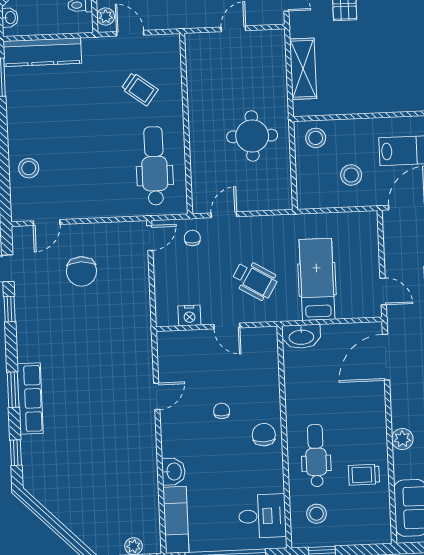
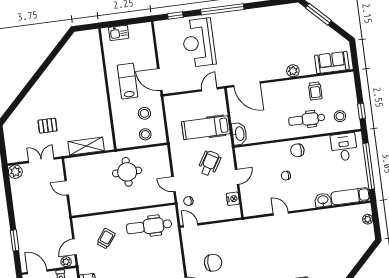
stool: (316, 138) -> (145, 134), moved

